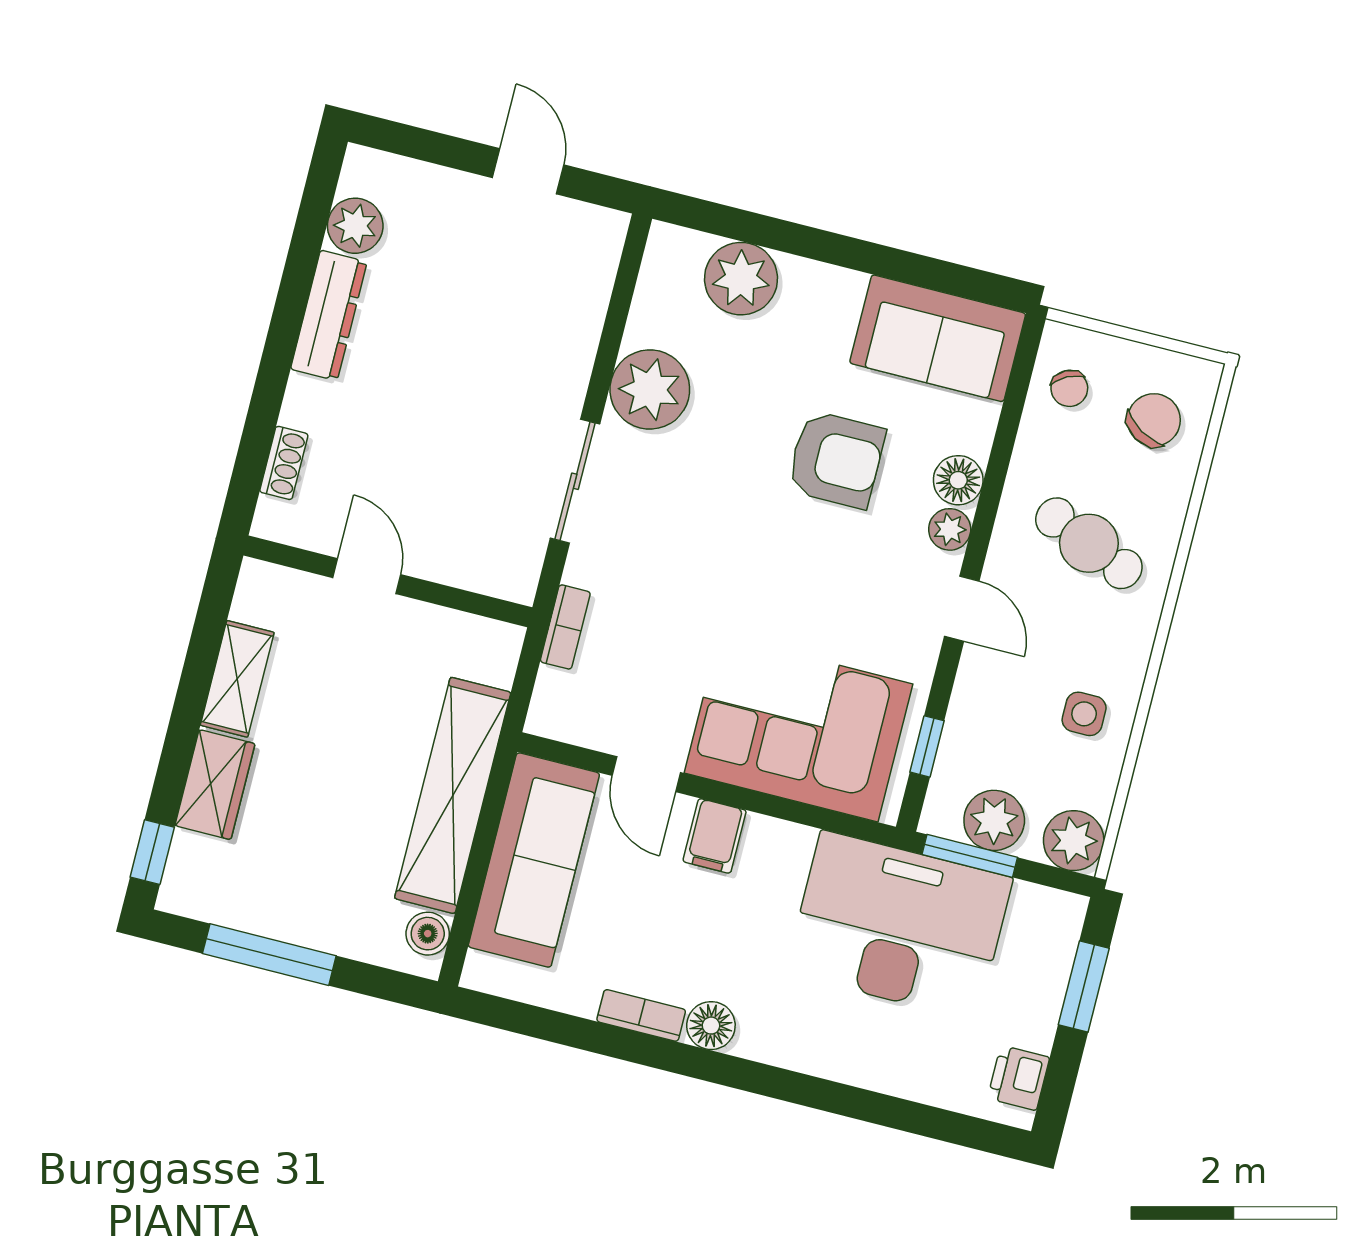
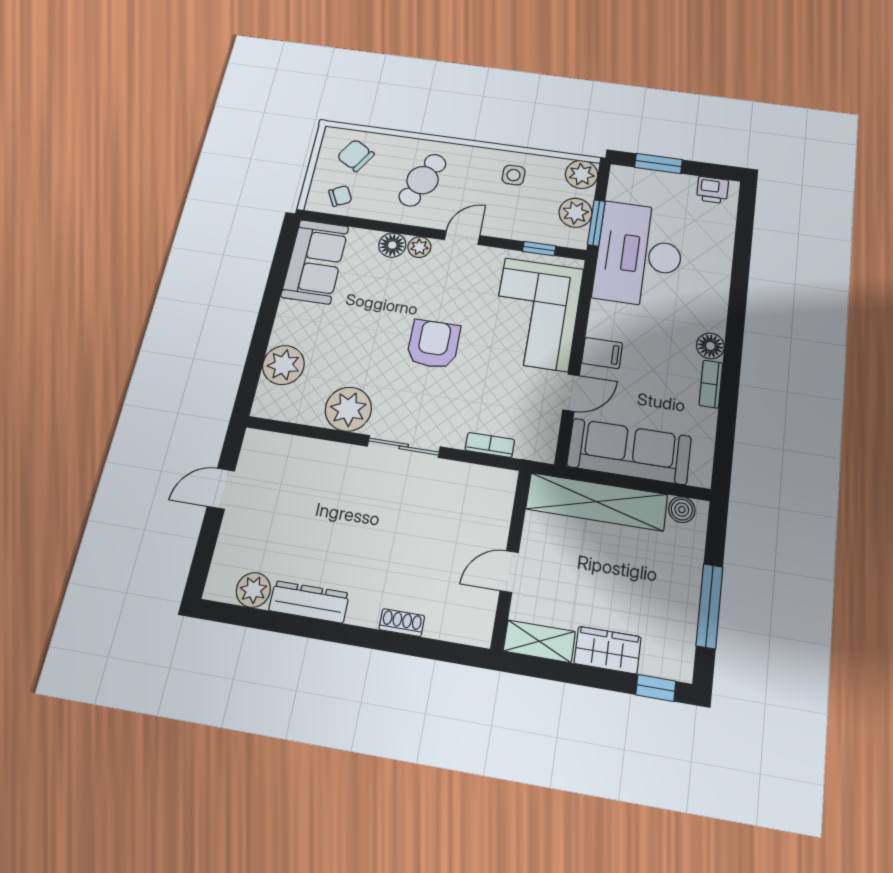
armchair: (836, 460) -> (433, 344), moved
door: (367, 576) -> (509, 571), moved
wall: (388, 581) -> (511, 558), moved

